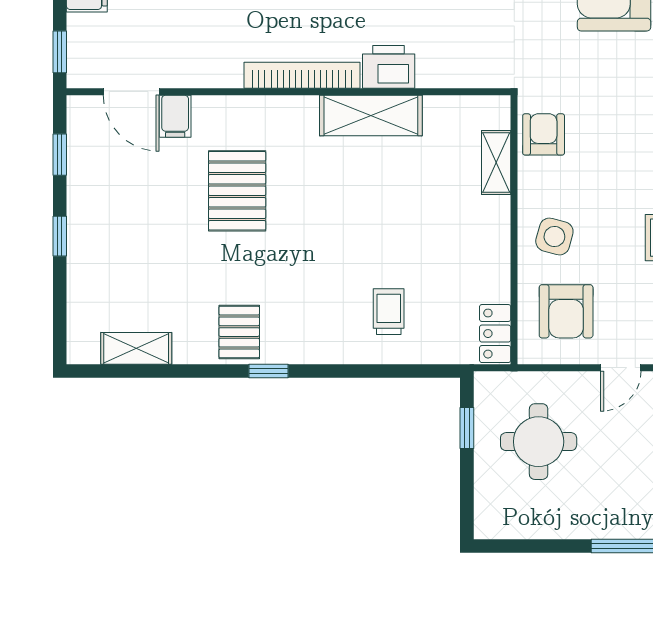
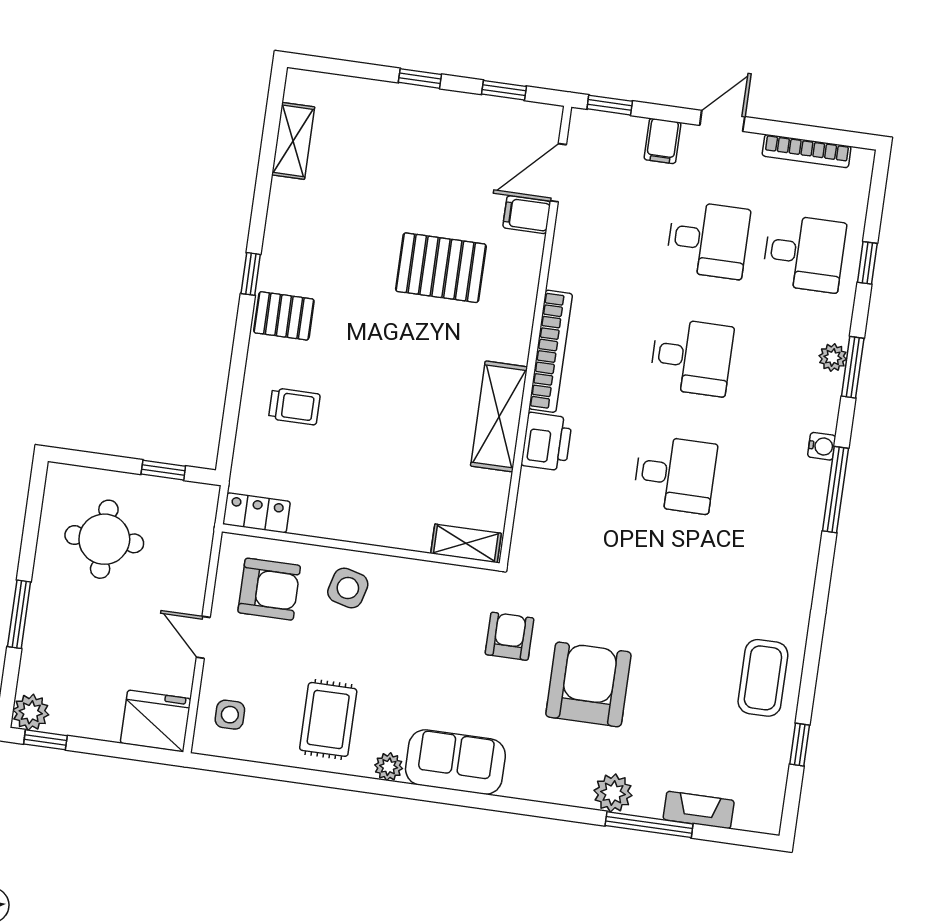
armchair: (544, 134) -> (509, 636), moved, turned -90
shelving: (496, 163) -> (466, 543), moved
armchair: (566, 311) -> (269, 589), turned 180
pallet: (239, 332) -> (284, 316), moved
round table: (539, 442) -> (104, 539), moved

